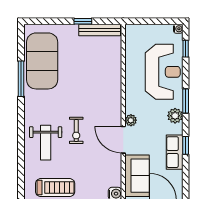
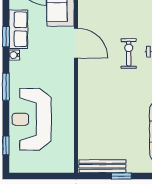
water cooler: (178, 29) -> (14, 55), moved
plant: (175, 116) -> (18, 70), removed
plant: (131, 120) -> (67, 65), removed

